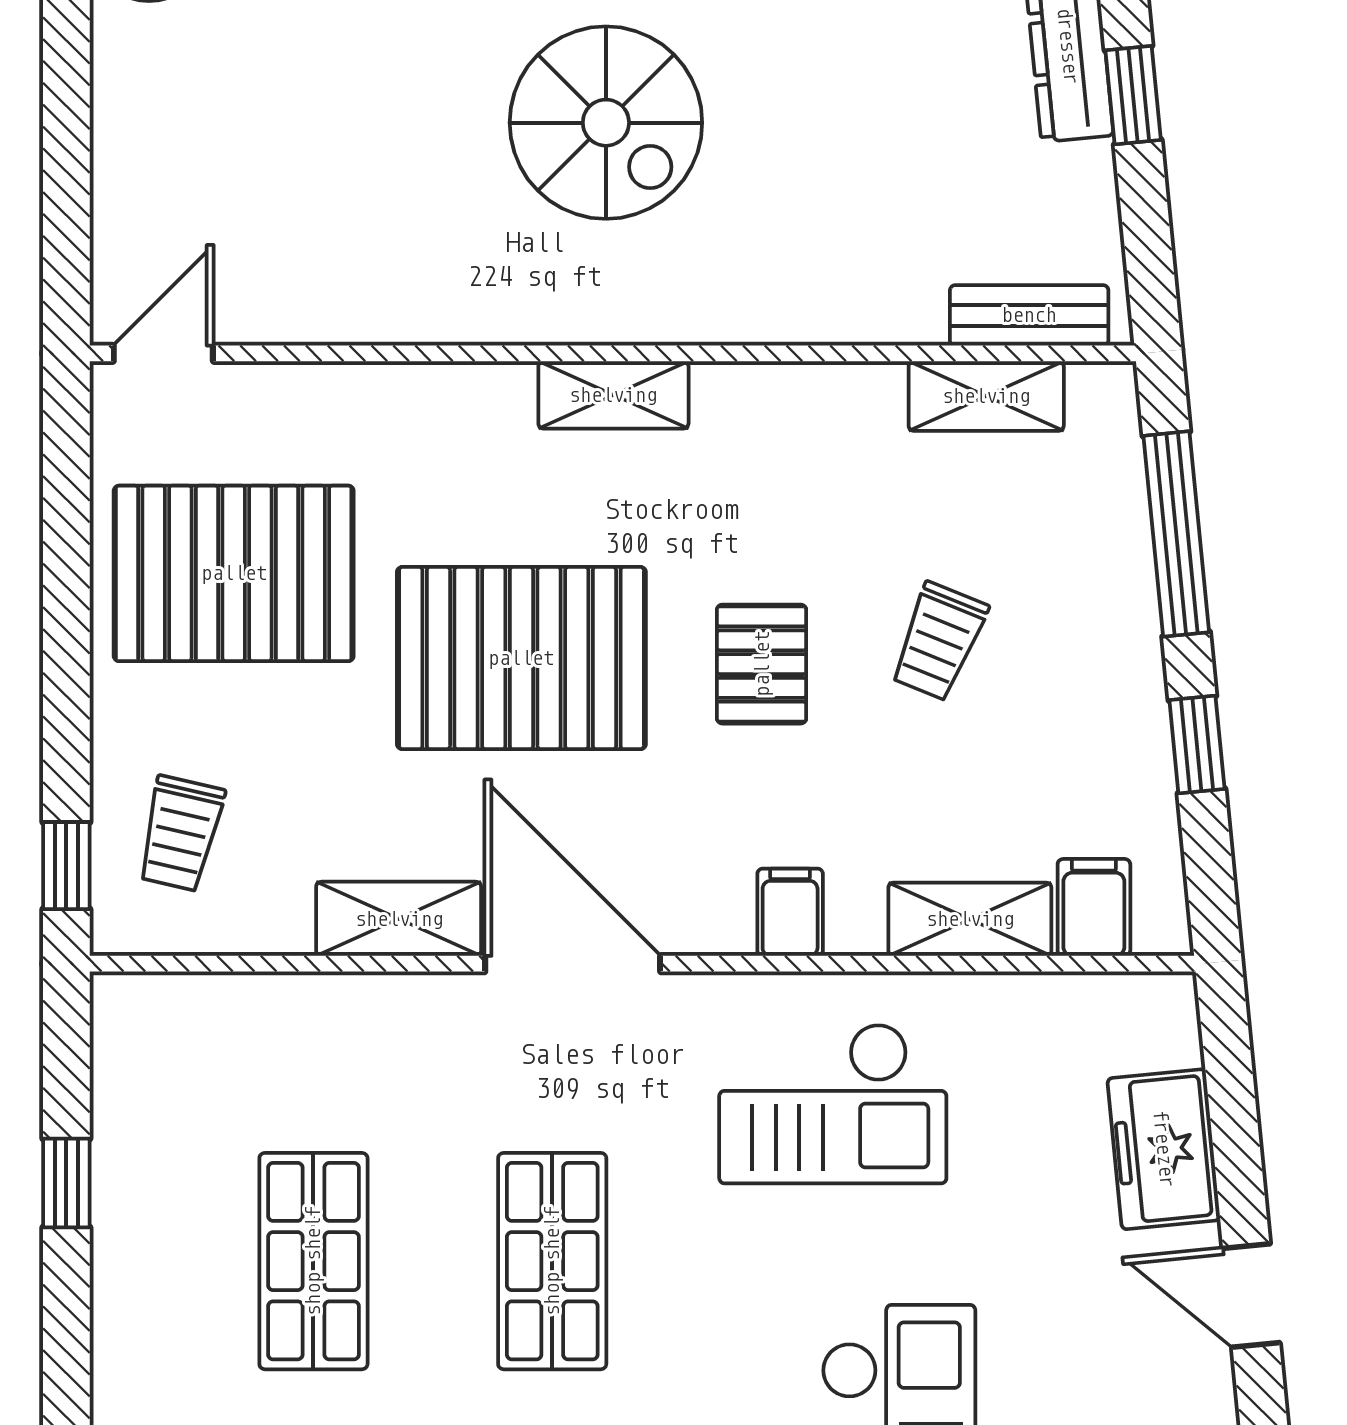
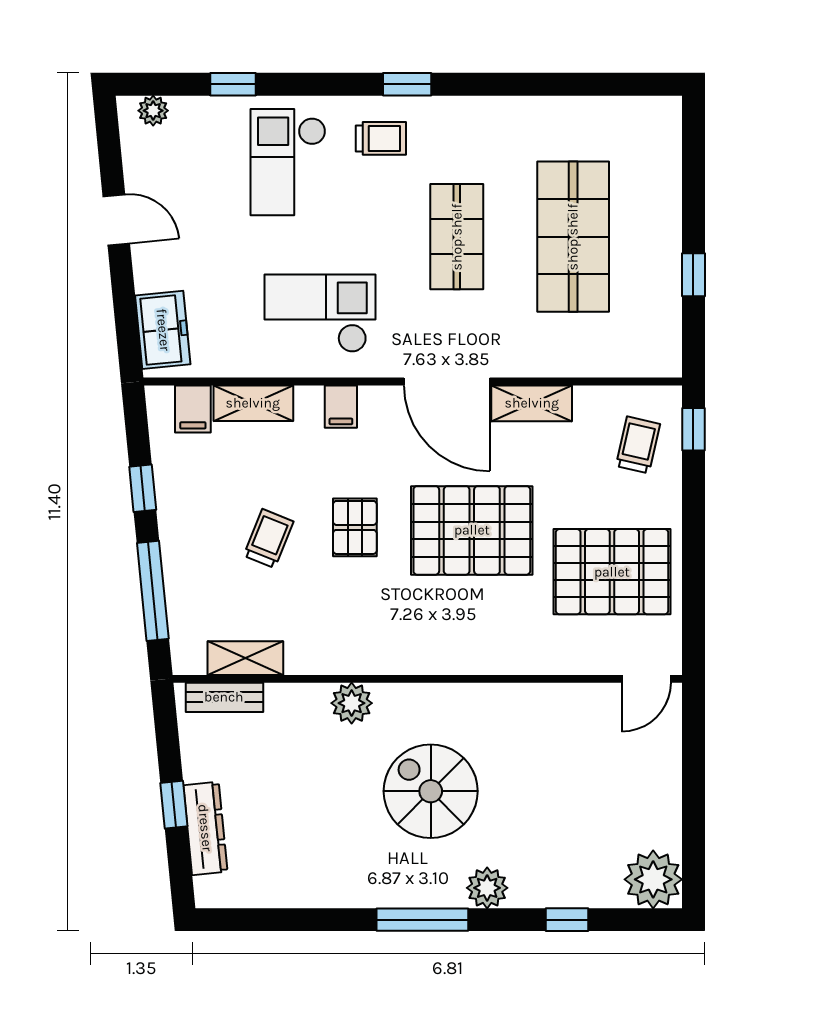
plant: (768, 304) -> (352, 703), added
shelving: (613, 395) -> (427, 659), removed
freezer: (1164, 1149) -> (163, 330), moved
shop shelf: (313, 1261) -> (573, 237), width x1.43, depth x1.36

